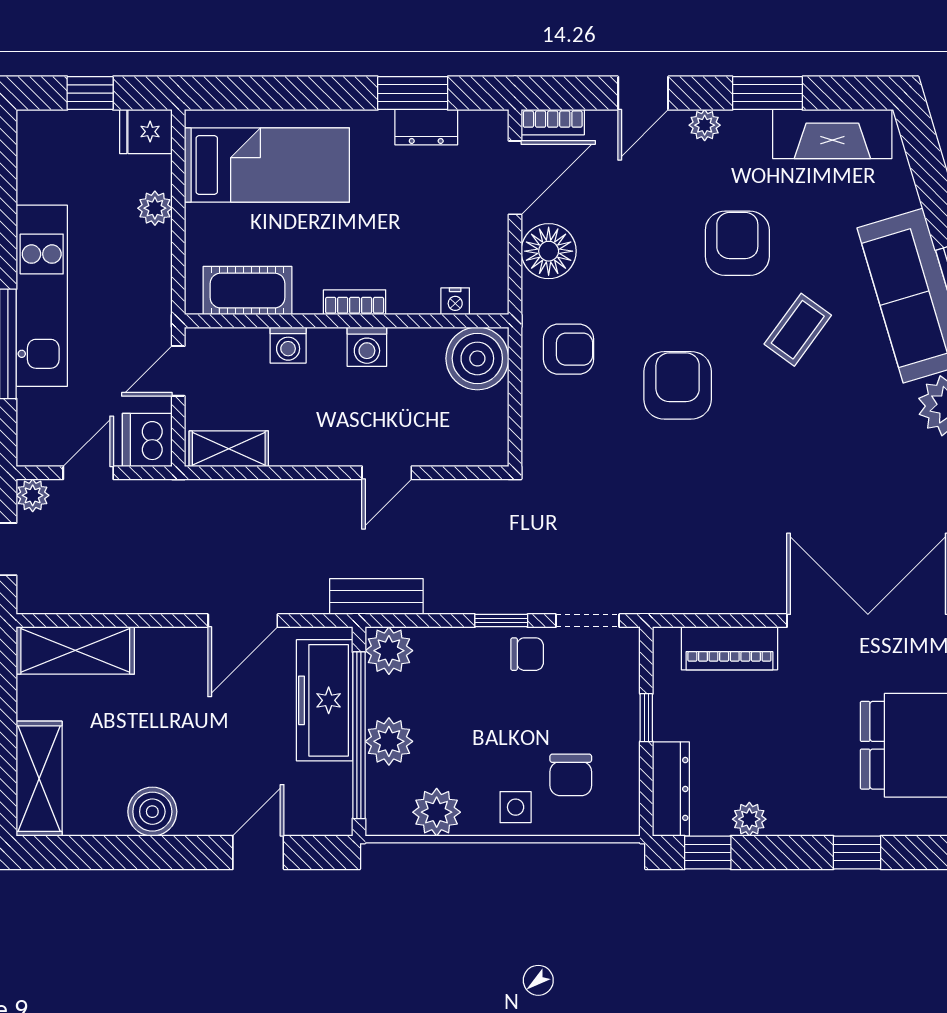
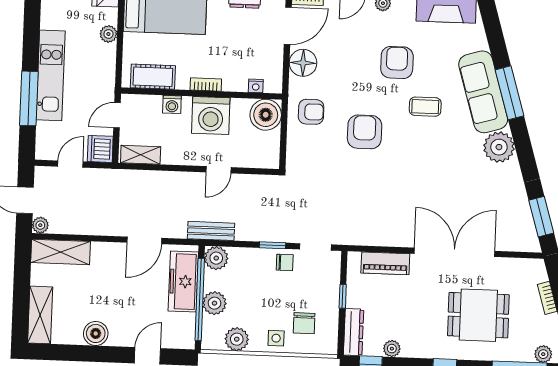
coffee table: (798, 330) -> (425, 107), turned 54
washing machine: (367, 347) -> (211, 116), width x1.89, depth x1.89
plant: (33, 495) -> (40, 225), moved

